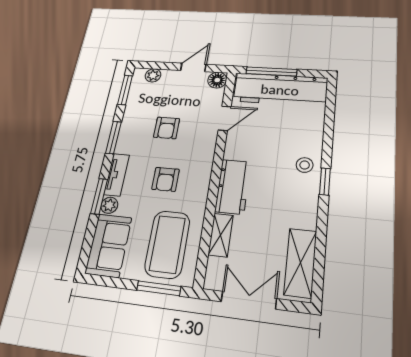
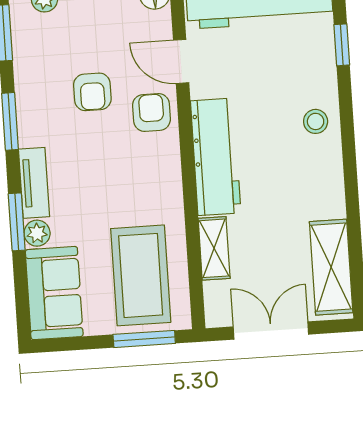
door: (225, 118) -> (181, 61), swing flipped
armchair: (165, 179) -> (151, 112), moved, turned 180
window: (325, 181) -> (342, 45), moved
workbench: (233, 187) -> (216, 157), width x1.38

